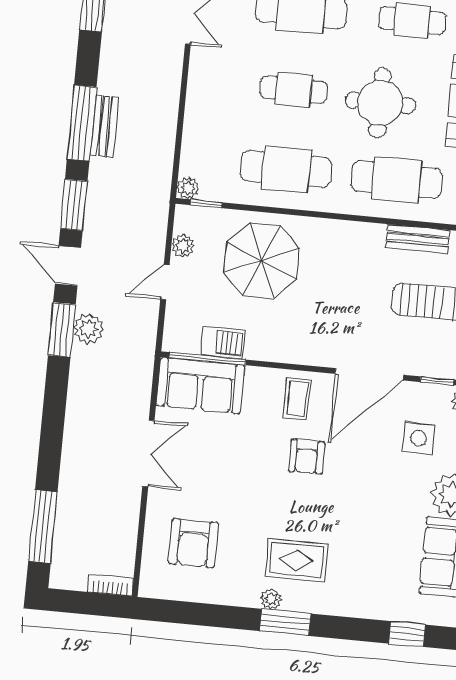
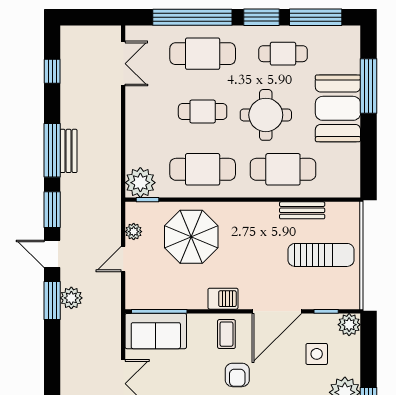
plant: (188, 188) -> (140, 183), width x1.87, depth x1.87
barbecue: (223, 343) -> (223, 299), moved

